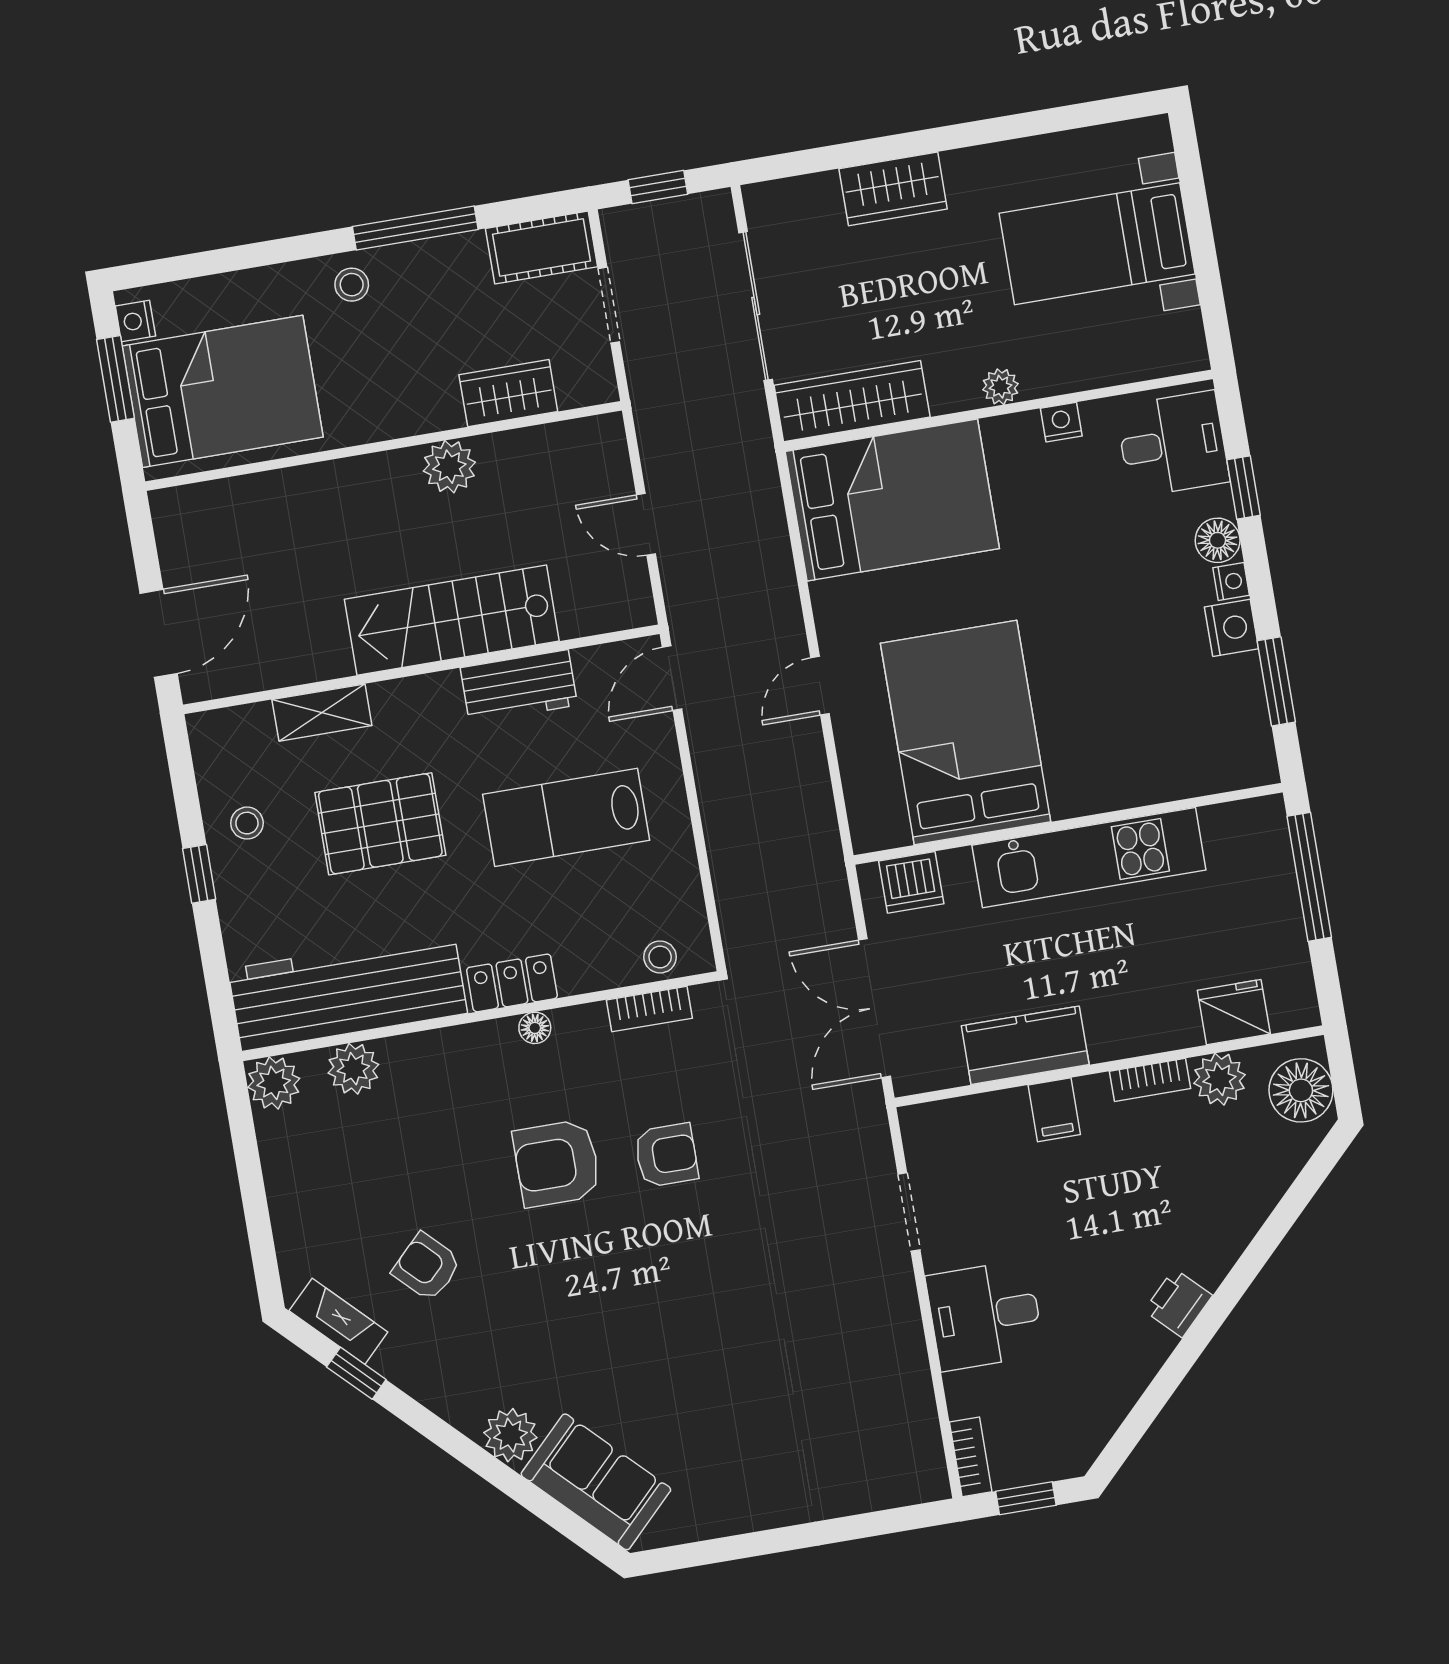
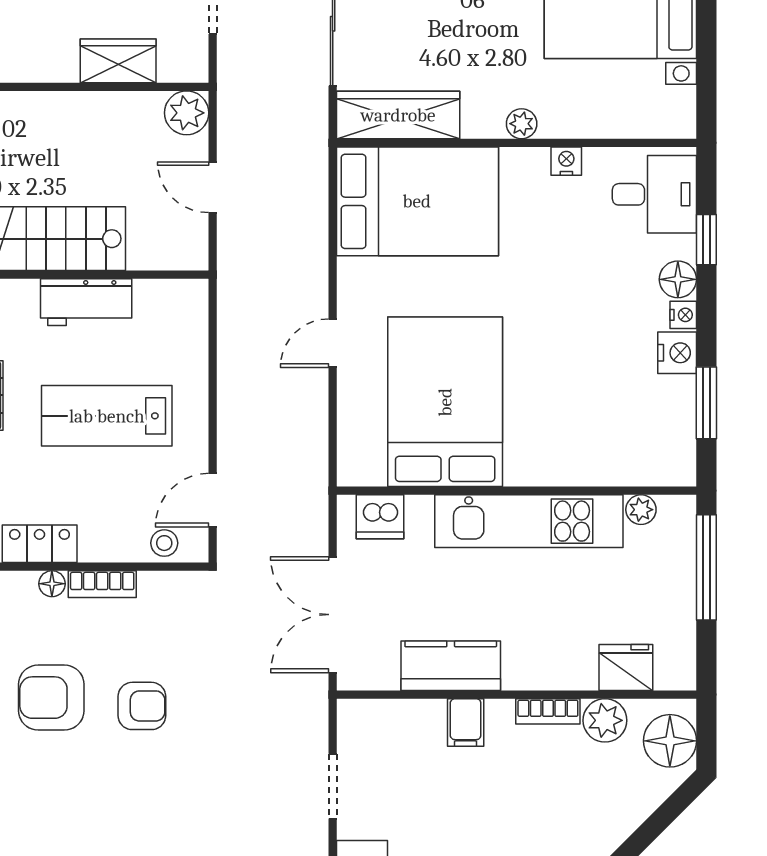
plant: (449, 467) -> (187, 113), moved
door: (672, 678) -> (213, 500), moved
plant: (1220, 821) -> (641, 510), added
bookcase: (649, 1009) -> (102, 584), moved

